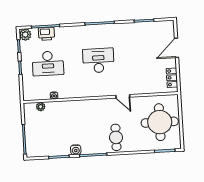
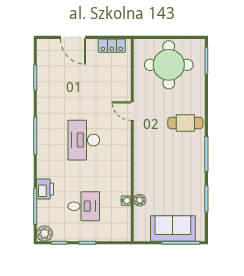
printer: (46, 34) -> (45, 189), moved
desk: (48, 63) -> (84, 206), width x0.73
door: (123, 96) -> (132, 111), swing flipped
plant: (41, 107) -> (140, 200), moved
sofa: (35, 133) -> (173, 228), added
water cooler: (76, 150) -> (198, 176), removed

